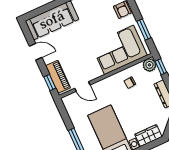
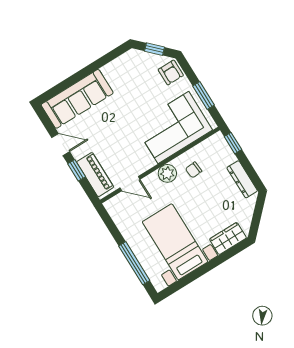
plant: (149, 65) -> (167, 173), moved
window: (50, 82) -> (77, 170), moved

